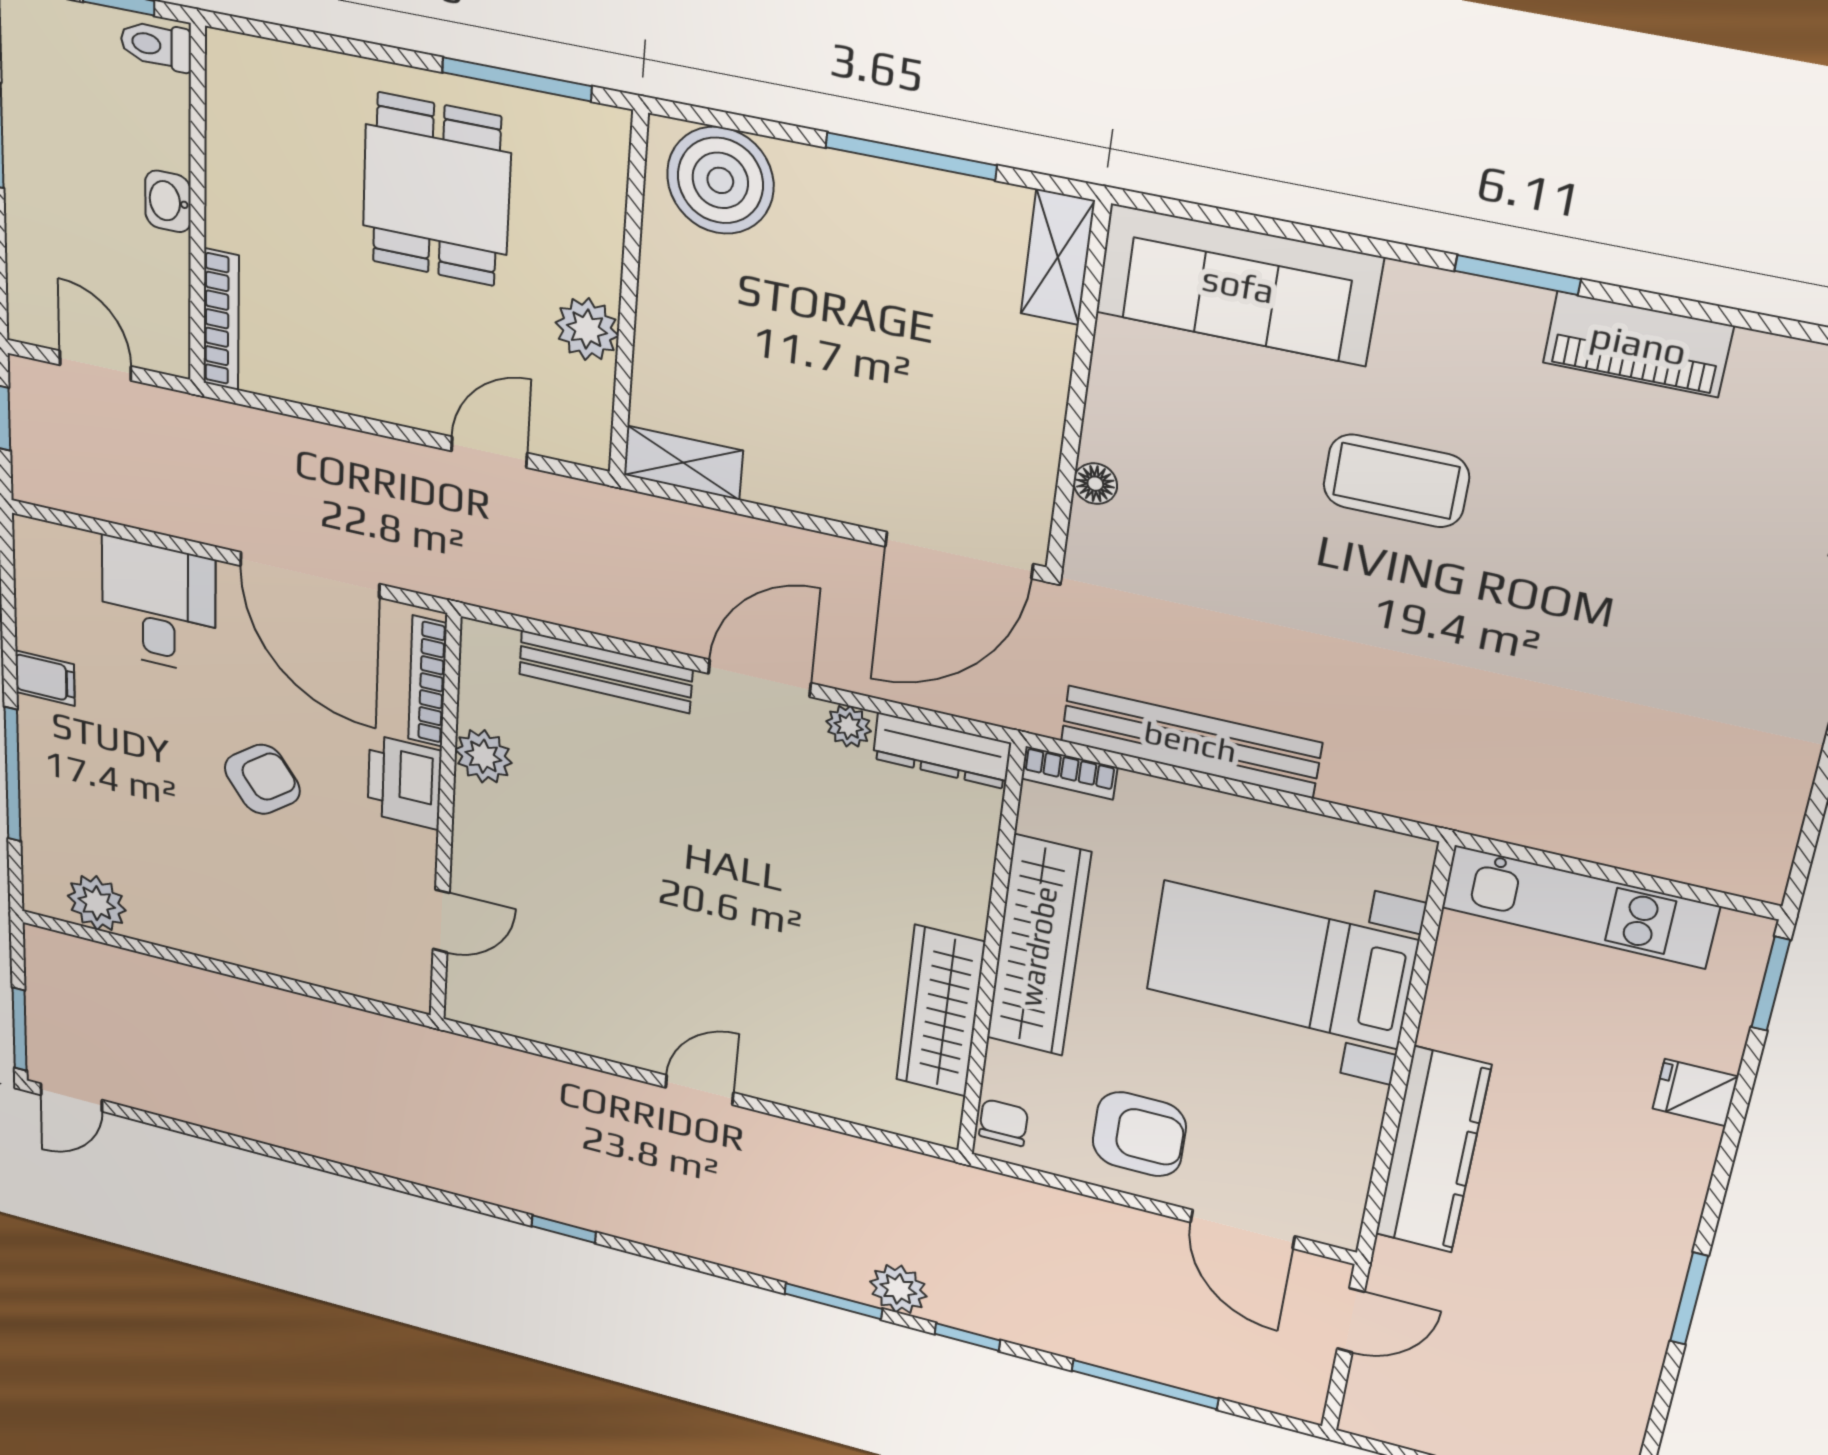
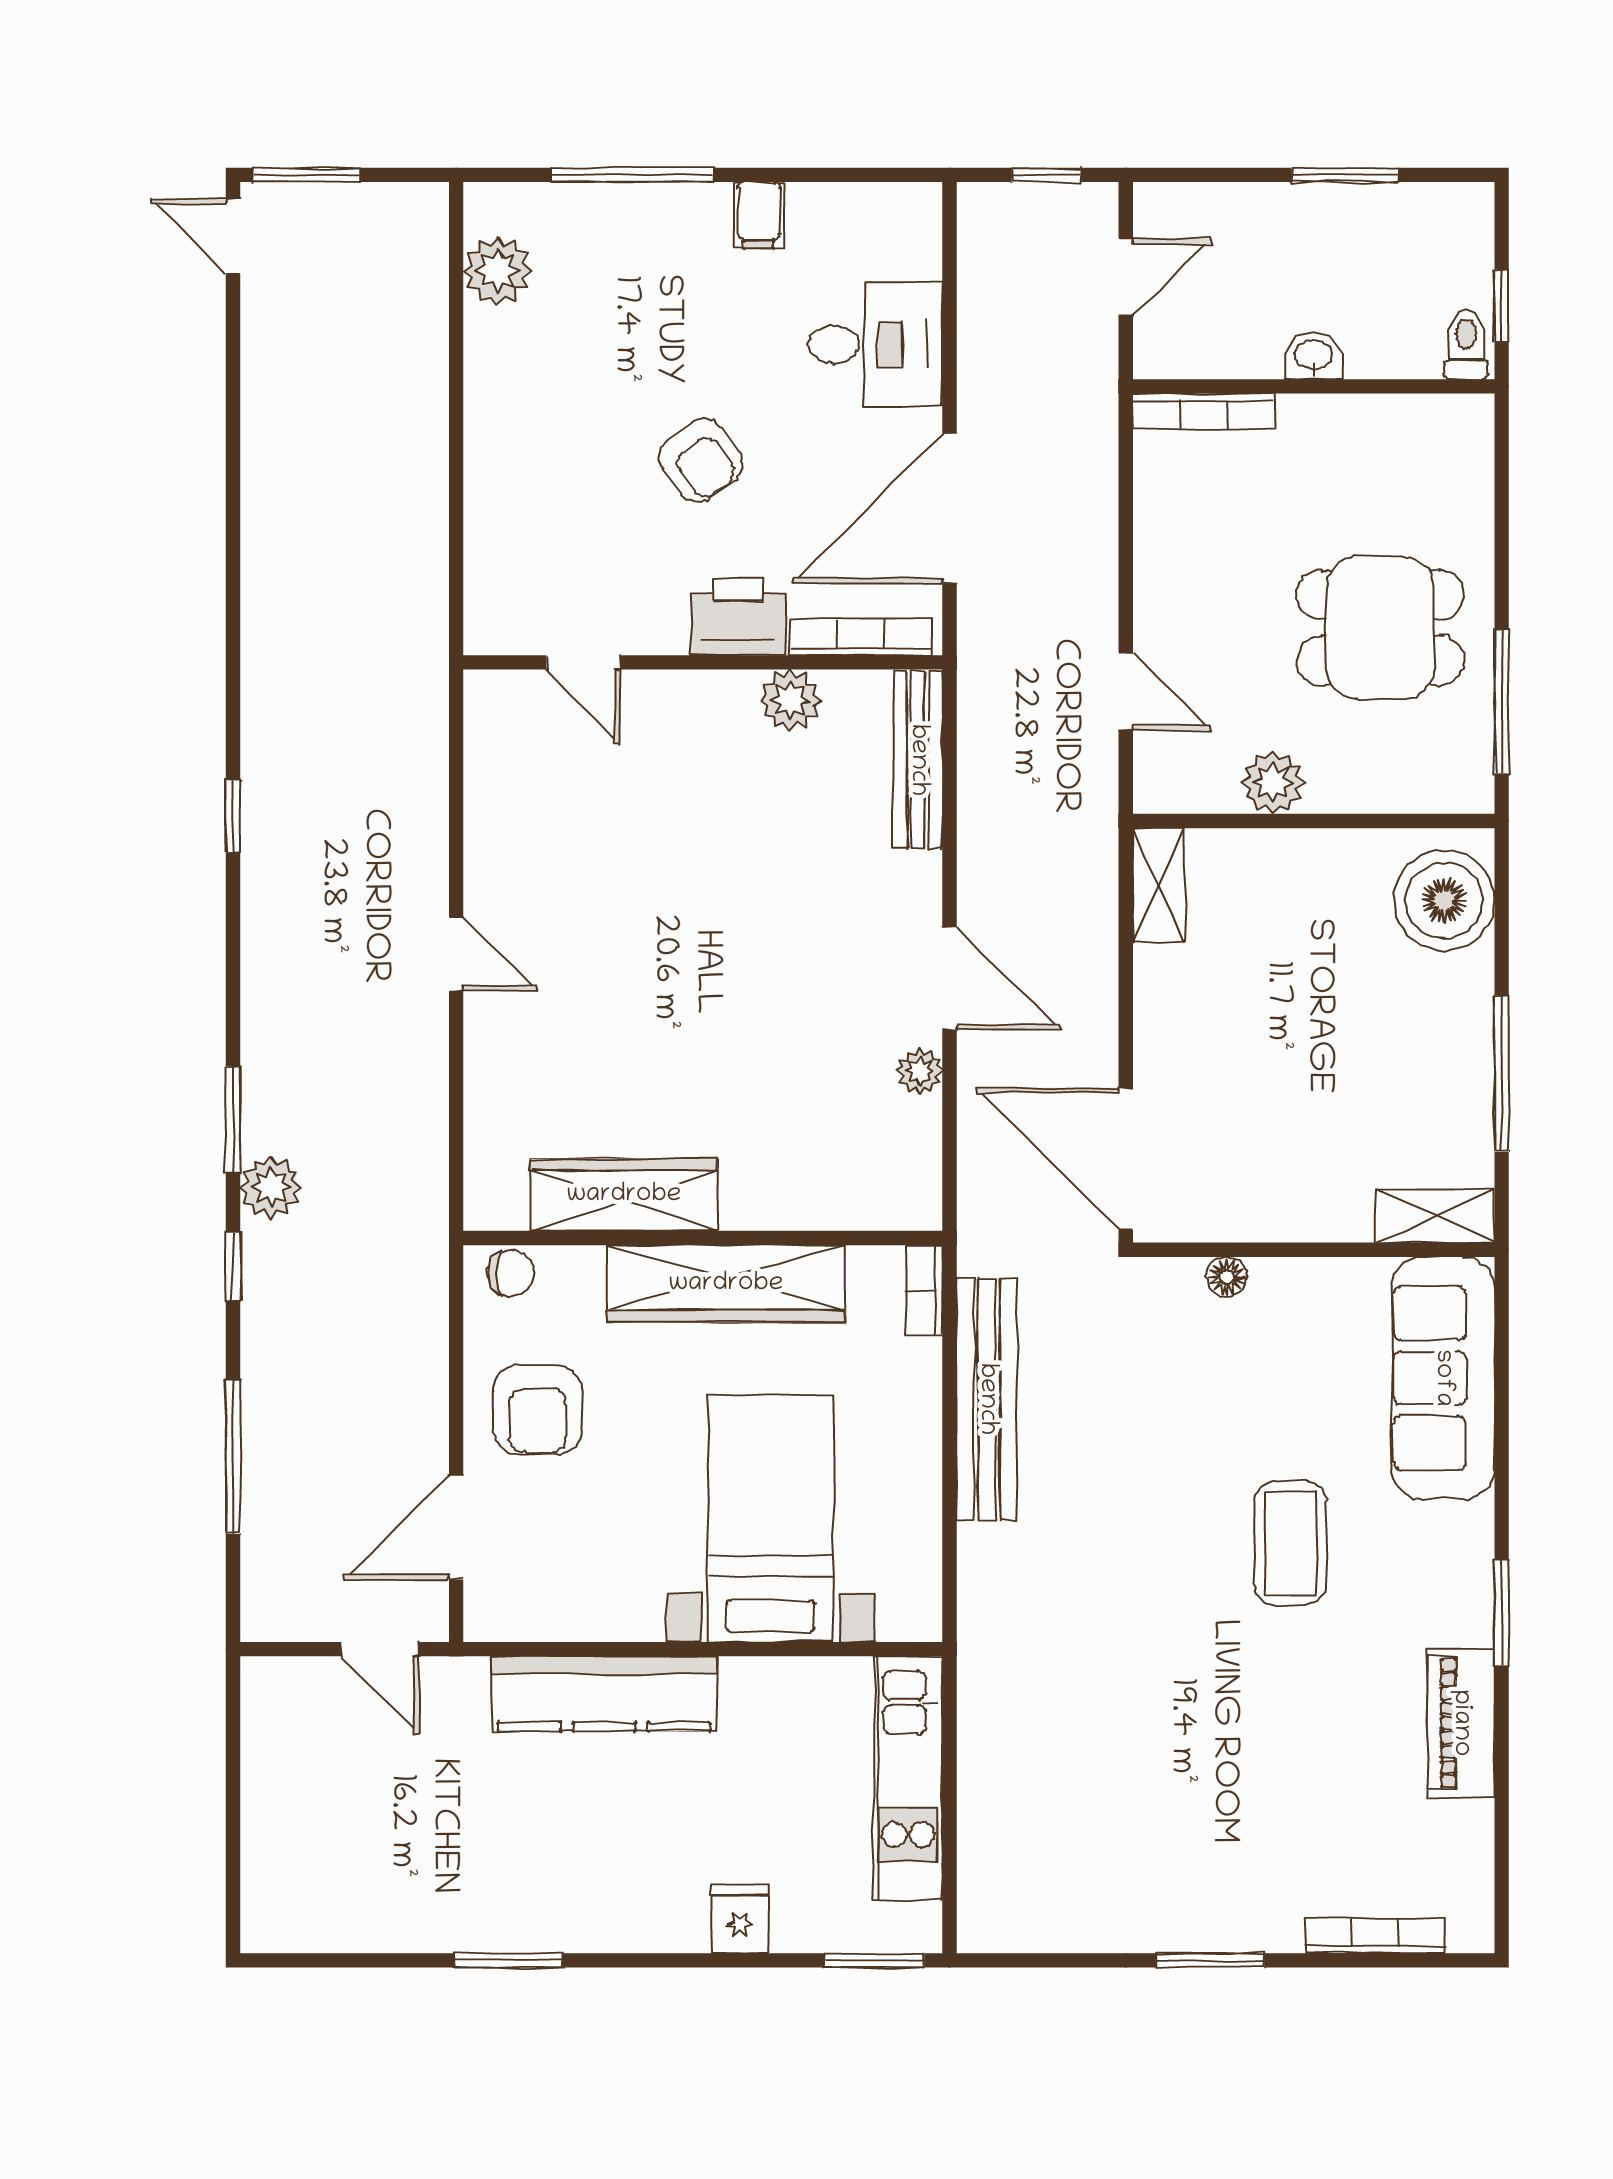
bench: (605, 672) -> (918, 760), moved
dresser: (942, 751) -> (917, 1165), removed

